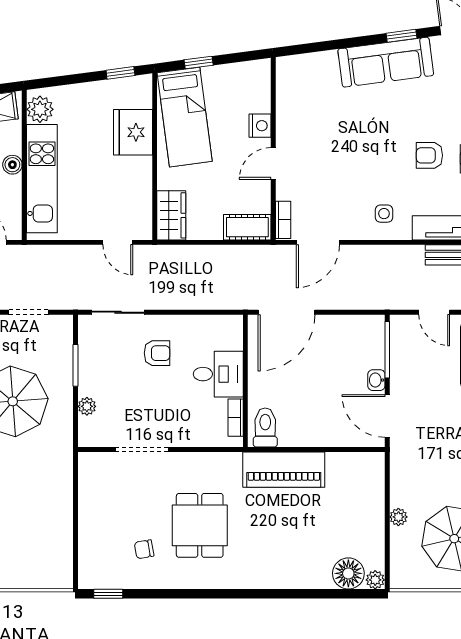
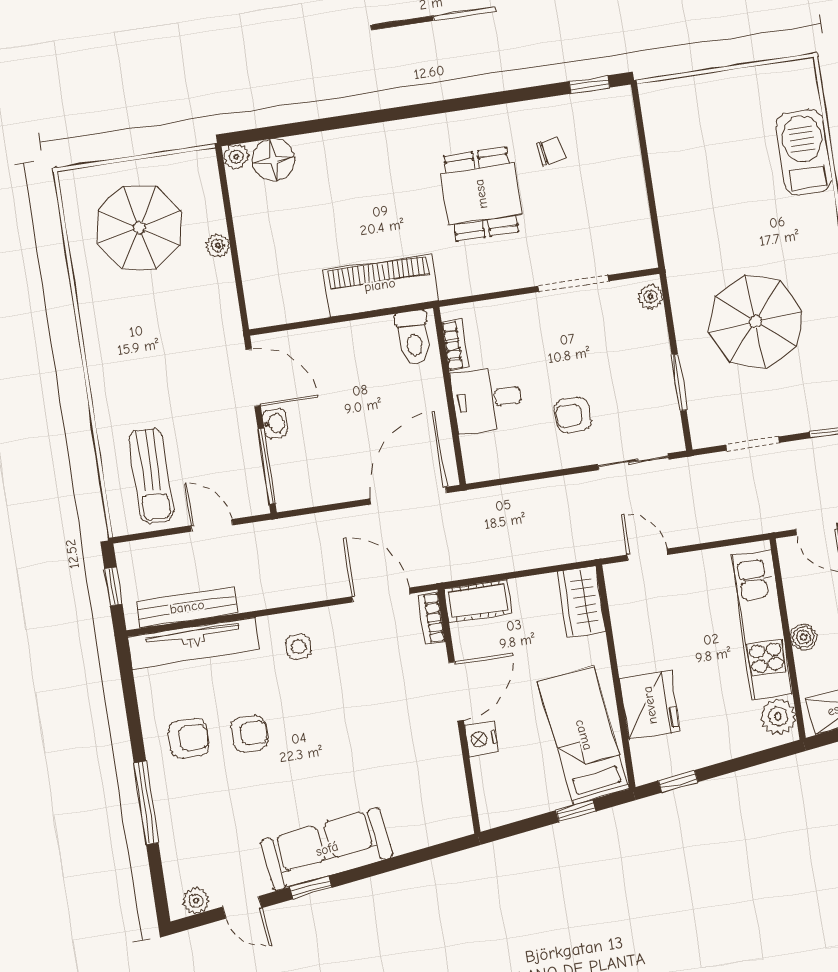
door: (273, 164) -> (456, 691), width x1.38
door: (318, 242) -> (381, 595), hinge flipped
plant: (87, 406) -> (651, 297), moved

